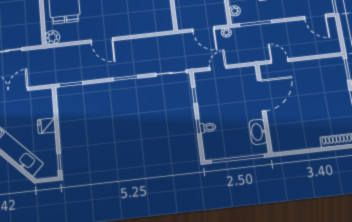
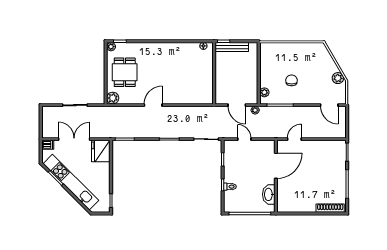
door: (102, 40) -> (153, 105), swing flipped
door: (280, 61) -> (294, 139), hinge flipped
door: (218, 68) -> (244, 139), hinge flipped
fridge: (47, 126) -> (101, 151), moved, width x1.88, depth x1.34

